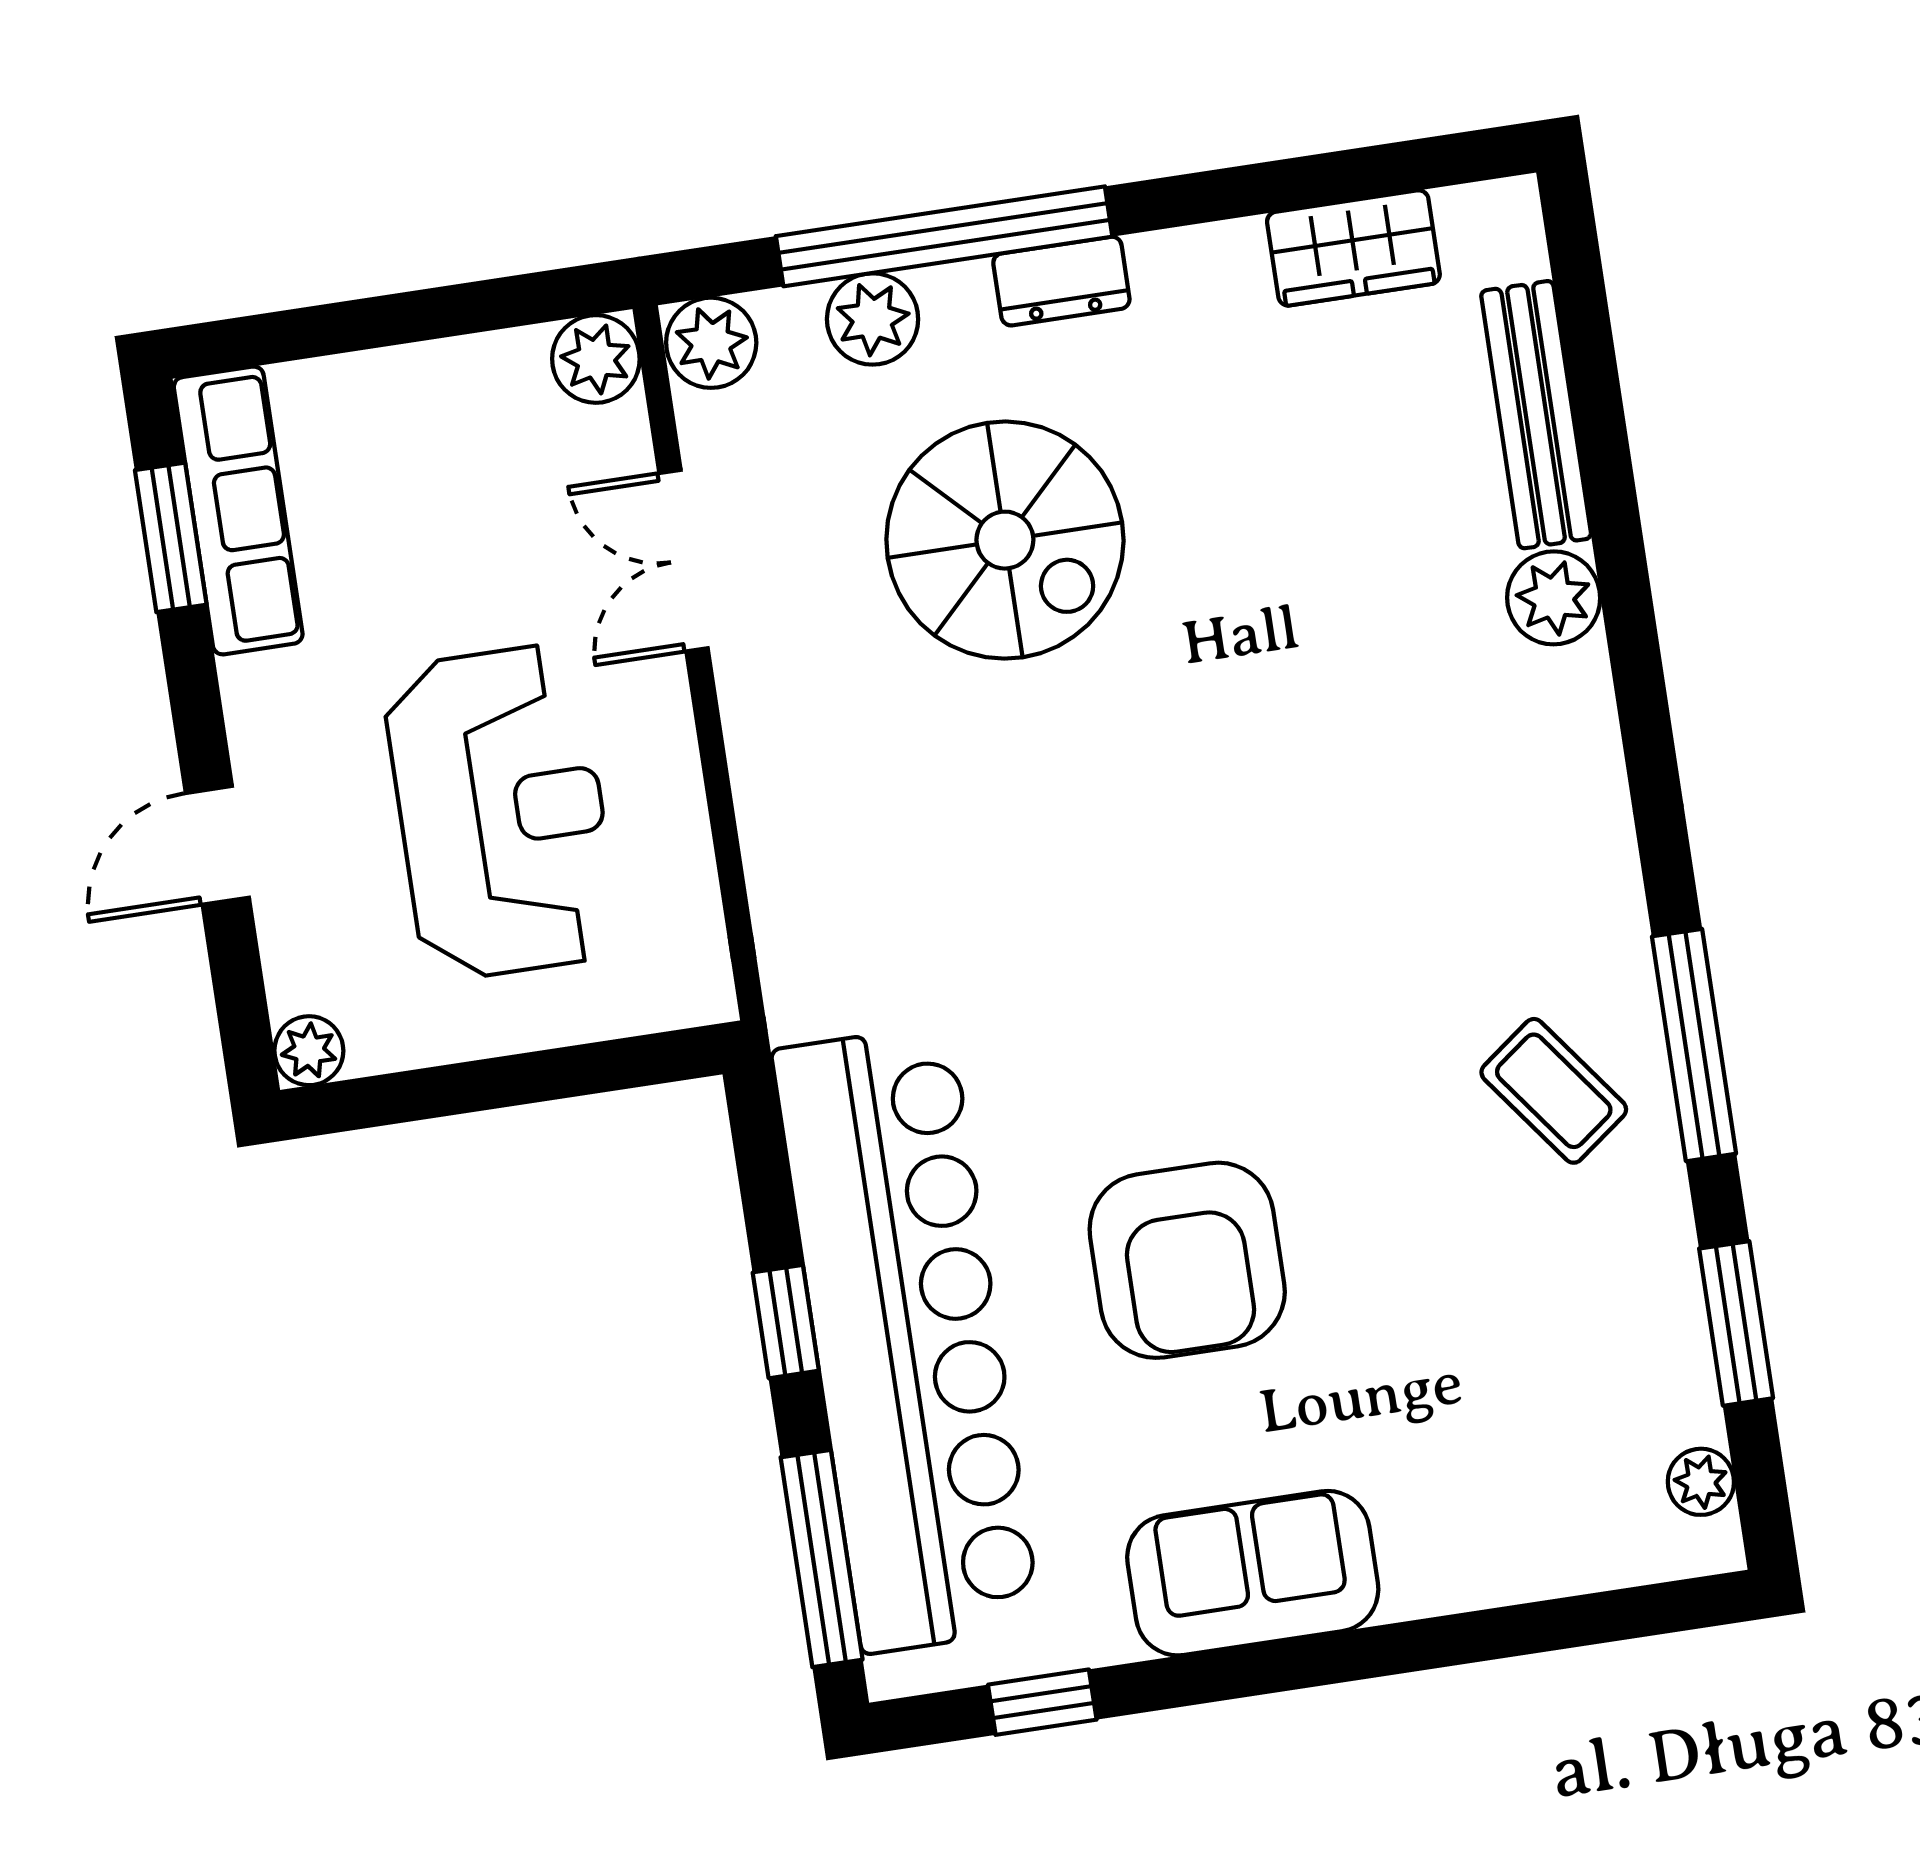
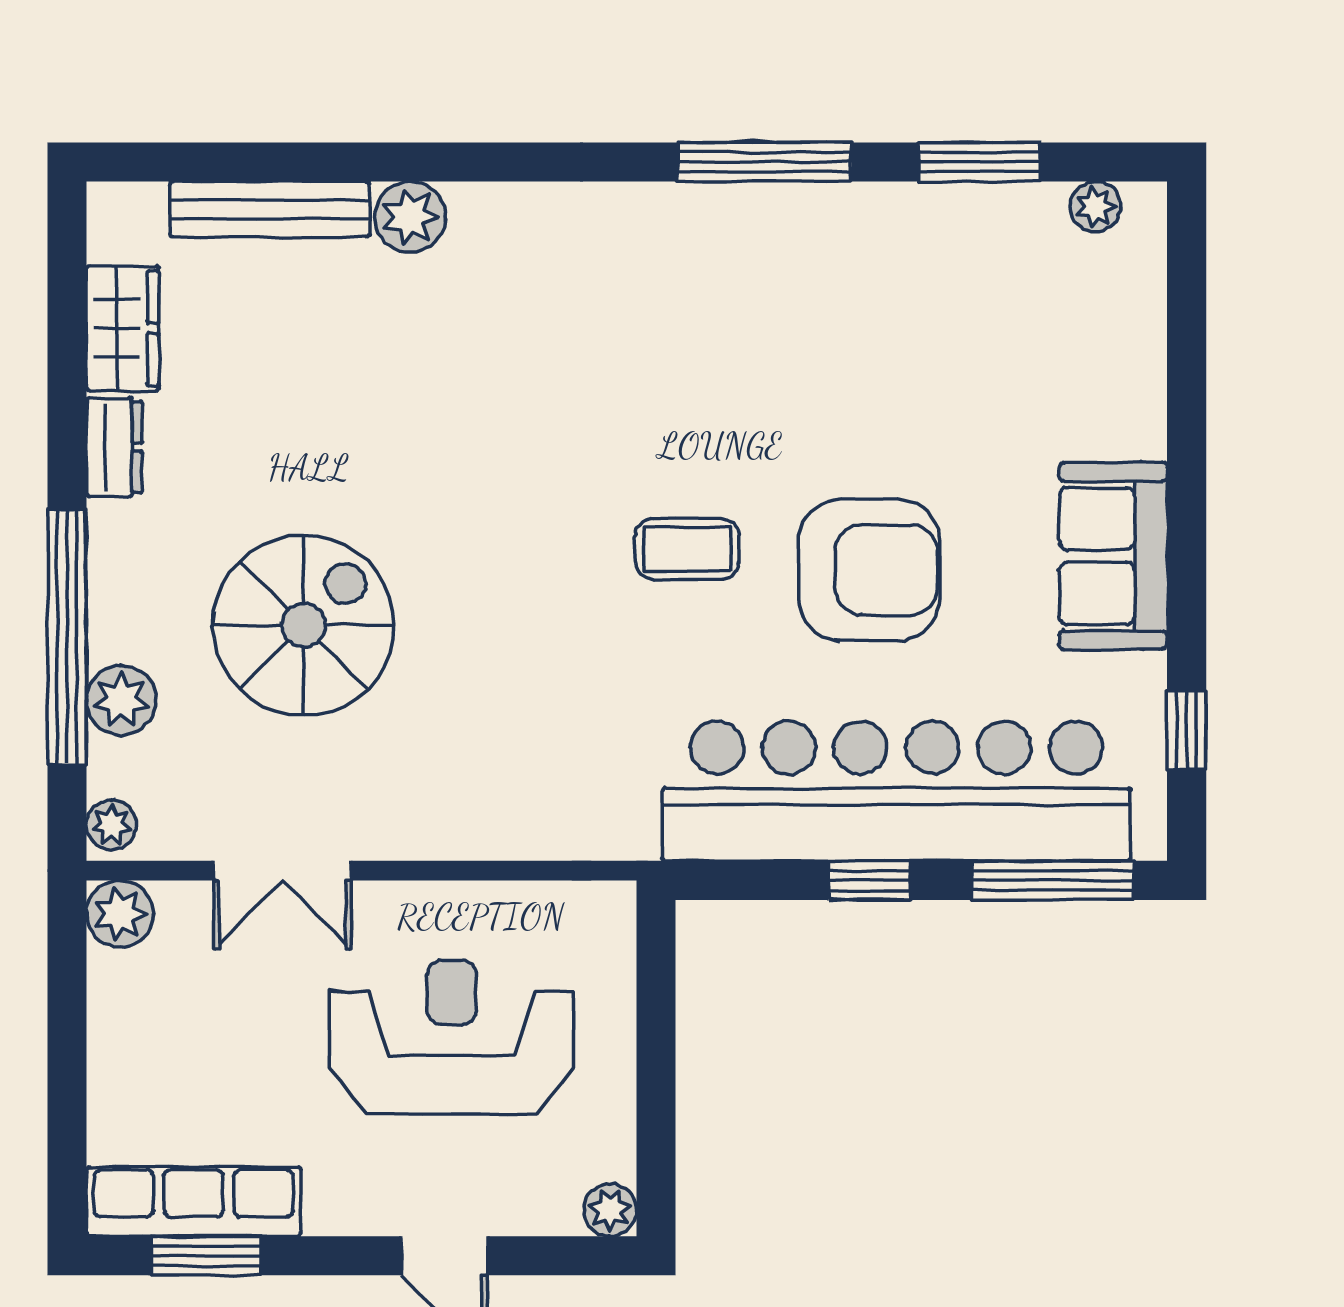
dresser: (1061, 281) -> (114, 447), moved
plant: (711, 343) -> (111, 825), width x0.73, depth x0.73
coffee table: (1554, 1091) -> (687, 549), moved, turned 37

